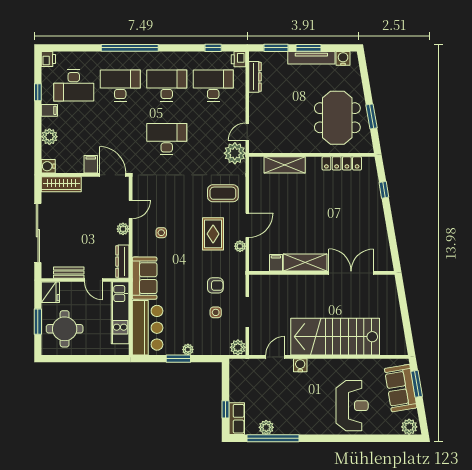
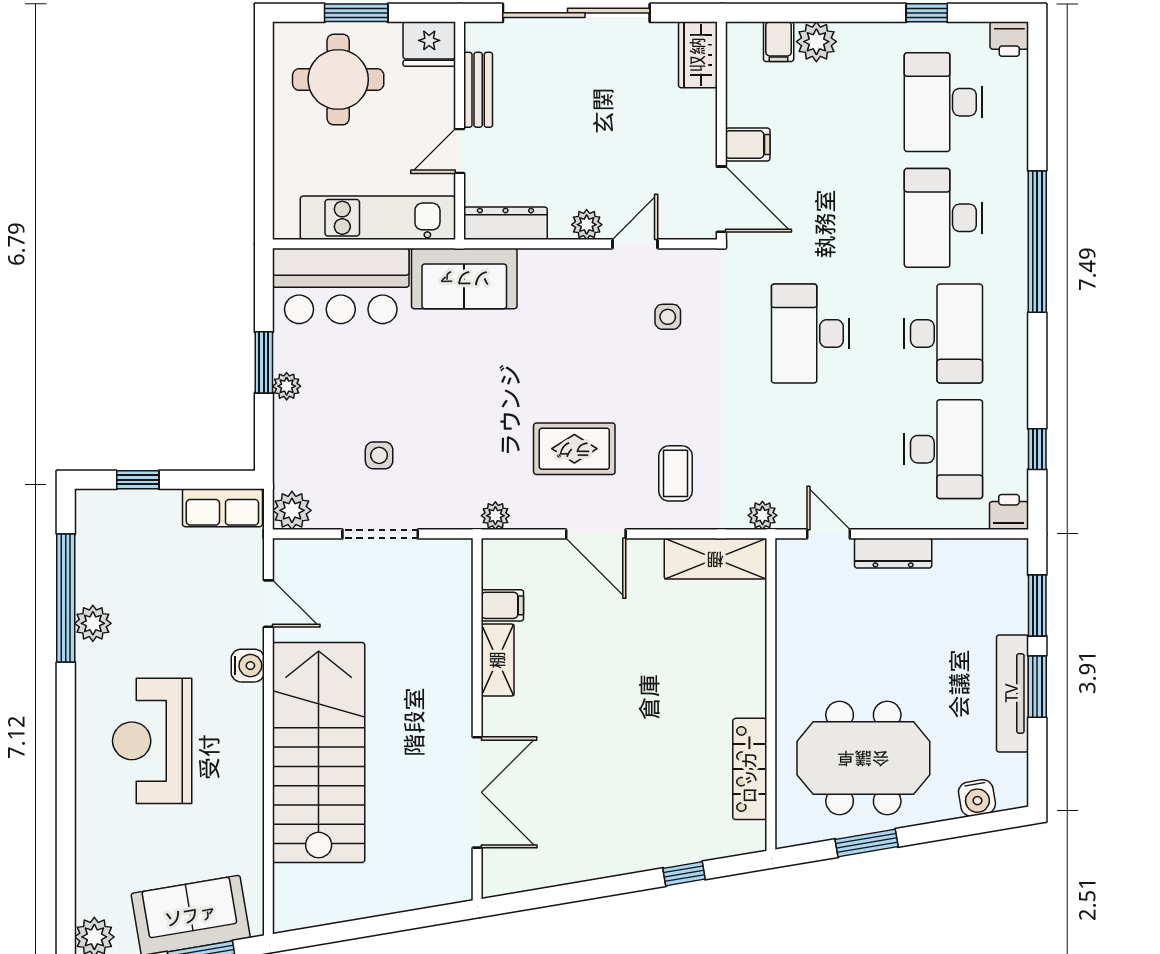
water cooler: (343, 58) -> (977, 798), moved, turned 80
dresser: (255, 77) -> (893, 553), moved
desk: (120, 86) -> (943, 218), turned 180
filing cabinet: (49, 110) -> (779, 42), moved
desk: (167, 139) -> (810, 333), turned 180
plant: (235, 153) -> (762, 515), width x0.53, depth x0.53
shelving: (285, 165) -> (715, 559), moved, turned 90
water cooler: (48, 166) -> (743, 39), removed
door: (113, 175) -> (721, 199), hinge flipped
wardrobe: (61, 184) -> (698, 55), width x0.67
coffee table: (223, 193) -> (676, 473), width x0.73, depth x0.77
door: (131, 209) -> (635, 244), swing flipped
side table: (161, 233) -> (668, 317), moved
plant: (240, 246) -> (495, 516), moved
shelving: (305, 263) -> (498, 660), width x0.67, depth x0.75
armchair: (215, 285) -> (446, 455), removed
reception desk: (352, 406) -> (152, 741), moved, turned 90
row of seats: (237, 419) -> (222, 508), moved
plant: (266, 427) -> (93, 623), moved

